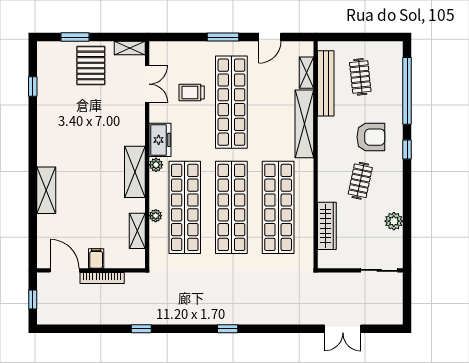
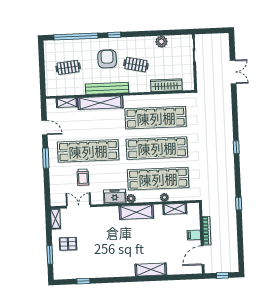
pallet: (91, 65) -> (68, 244), width x0.67, depth x0.71
bench: (326, 83) -> (107, 88), moved

